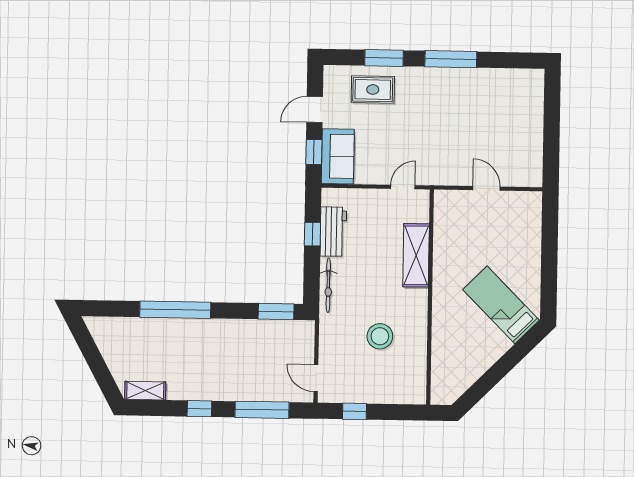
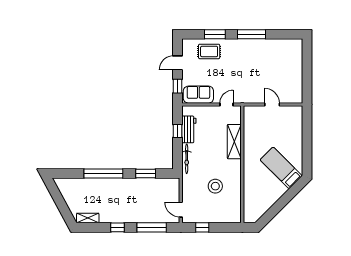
sofa: (338, 156) -> (198, 95), moved, turned -90
window: (276, 311) -> (146, 174), moved

